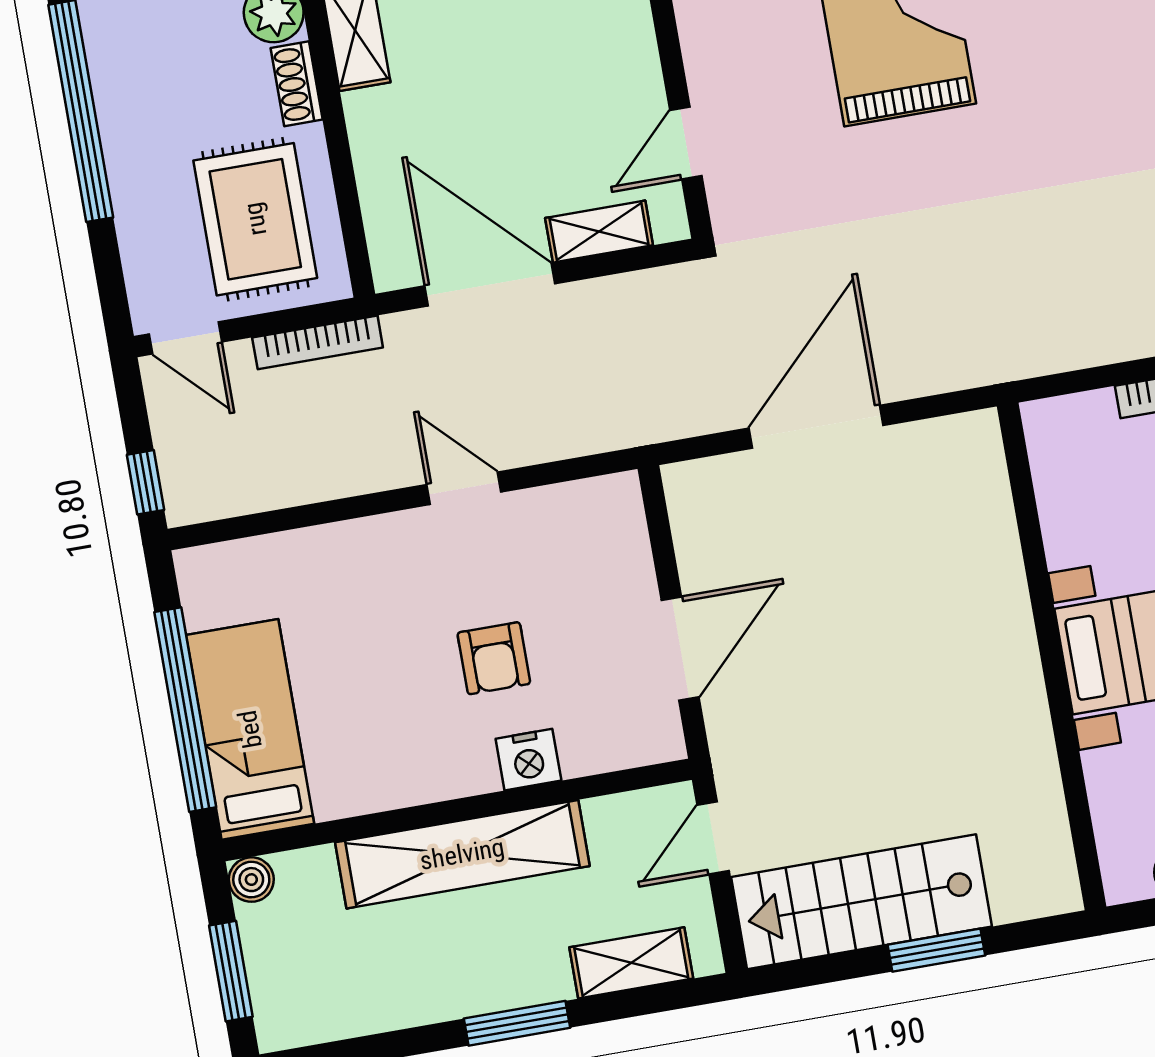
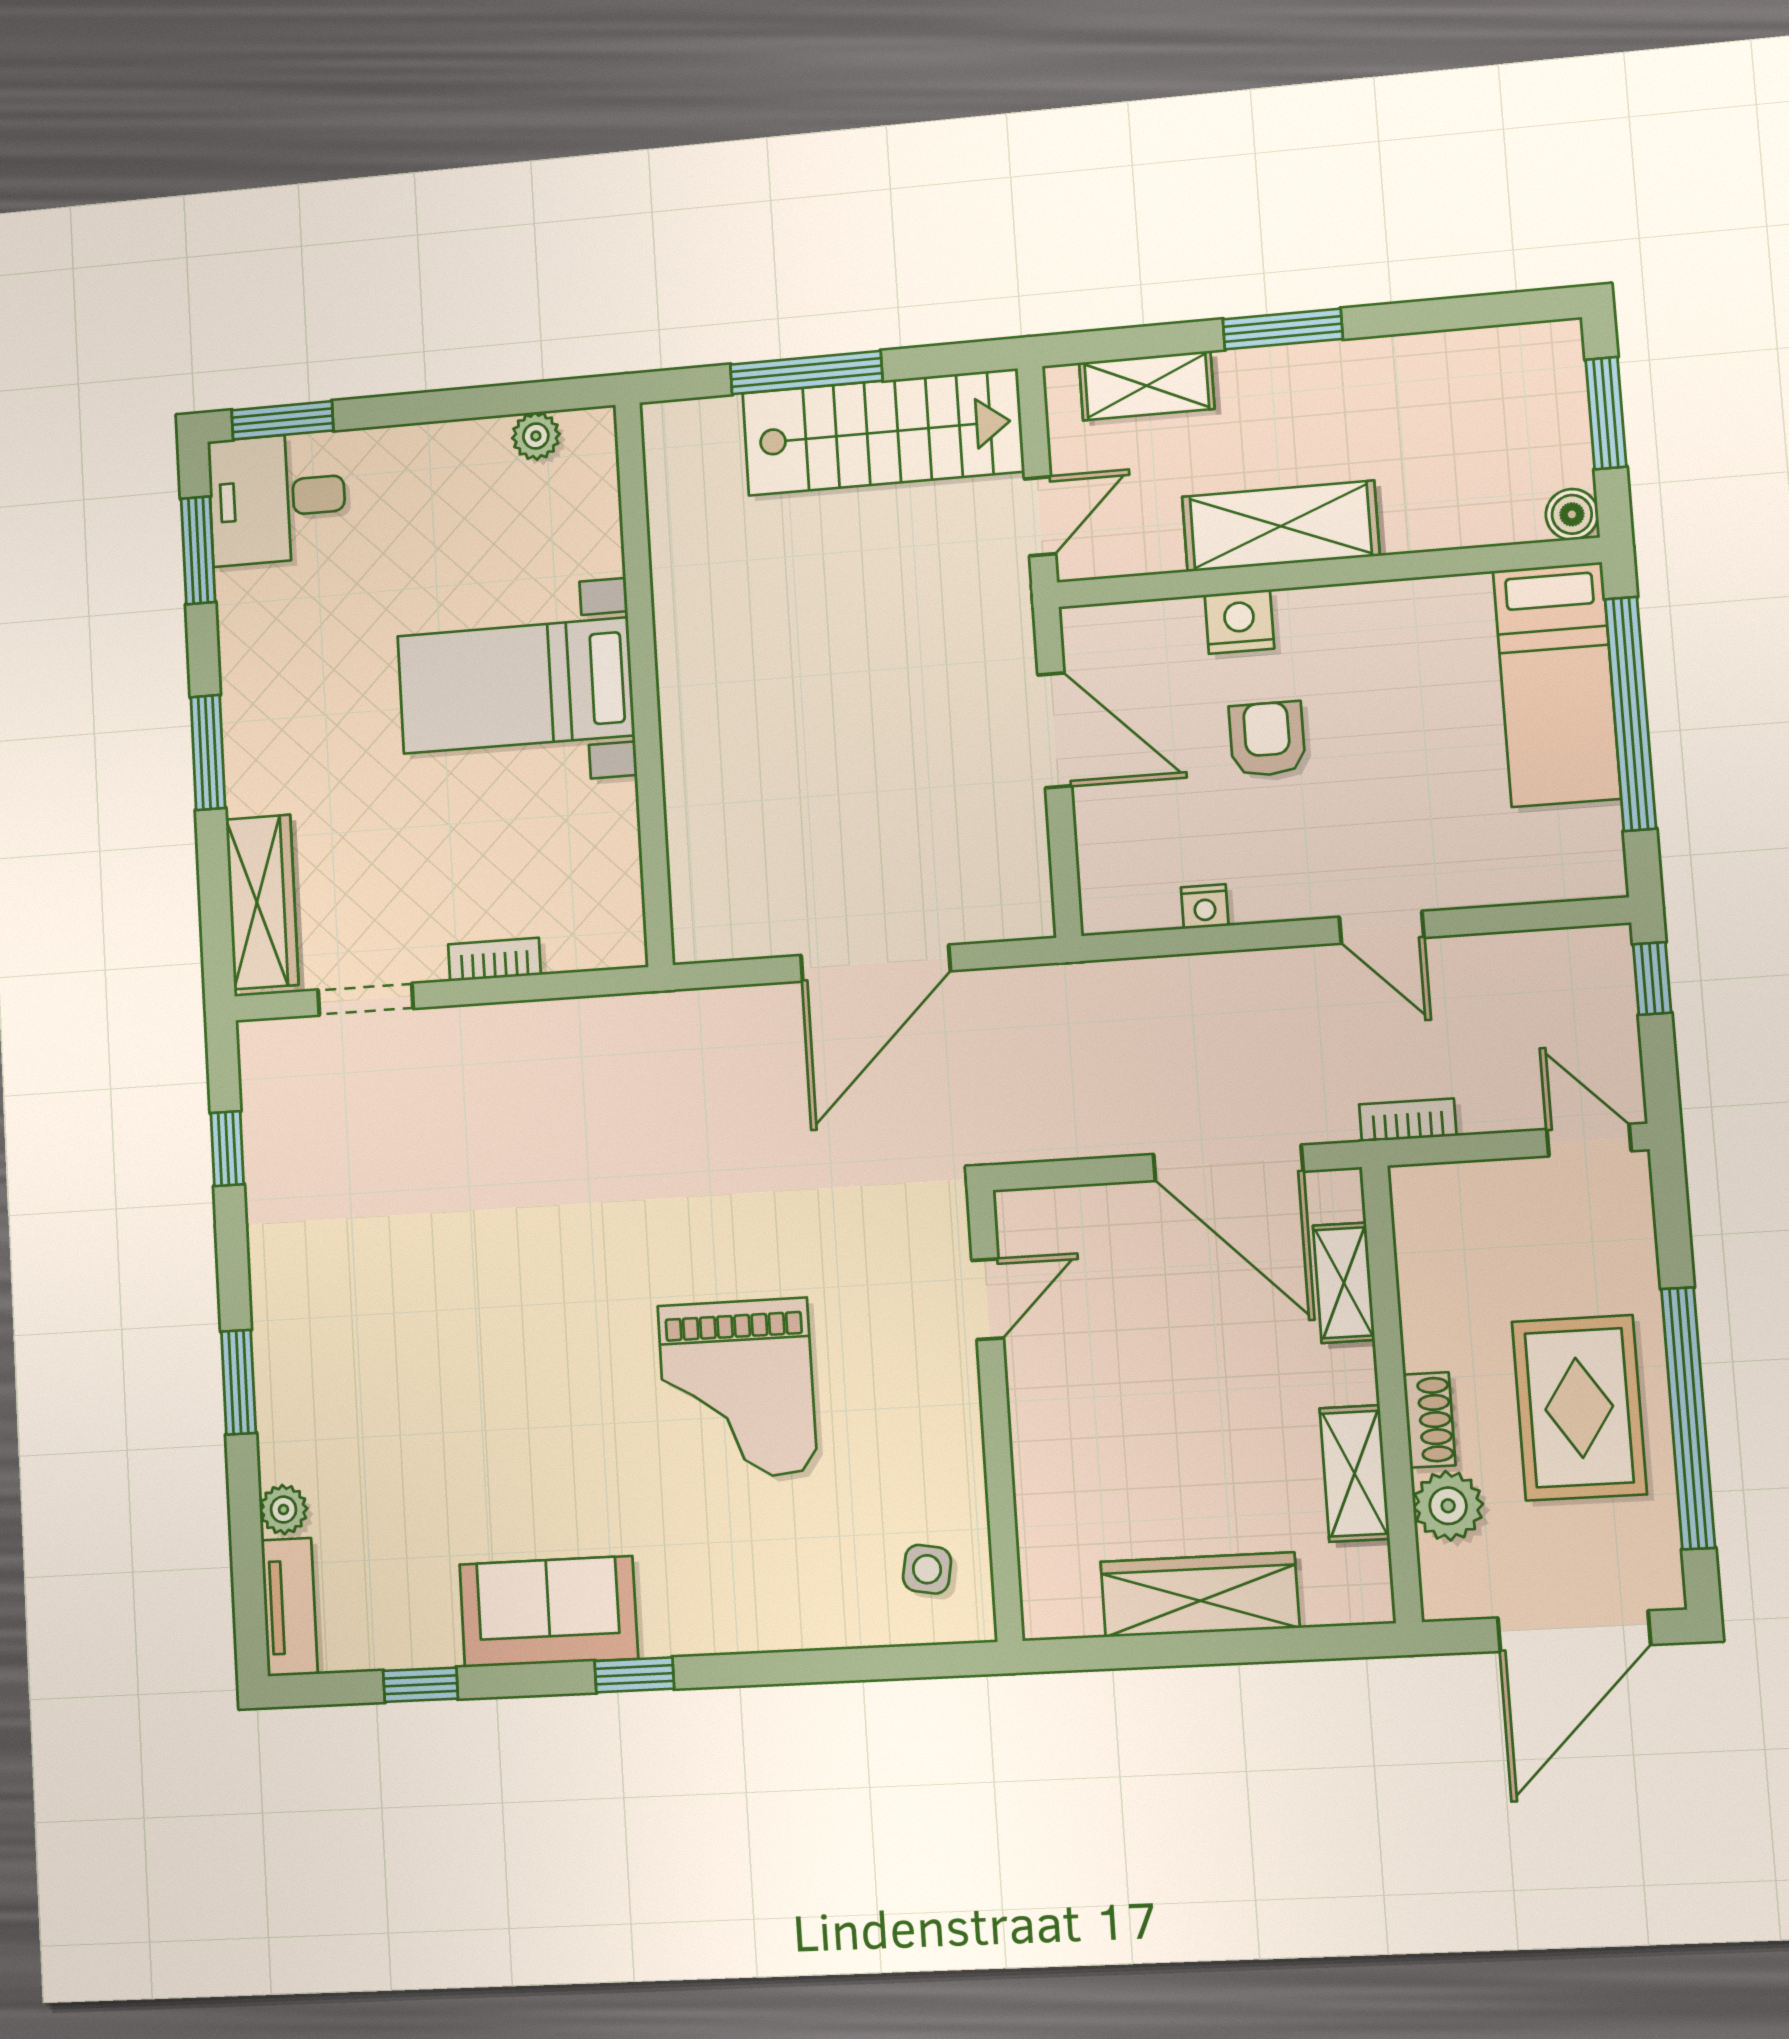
rug: (255, 219) -> (1579, 1408), moved
shelving: (599, 232) -> (1344, 1283), moved, turned 90
bookcase: (318, 342) -> (1408, 1120), width x0.64
door: (464, 488) -> (1382, 927), moved
nightstand: (533, 506) -> (1205, 907), added
door: (680, 648) -> (1055, 730), swing flipped
shelving: (462, 854) -> (1281, 526), width x0.68
window: (936, 950) -> (806, 373), width x1.44

